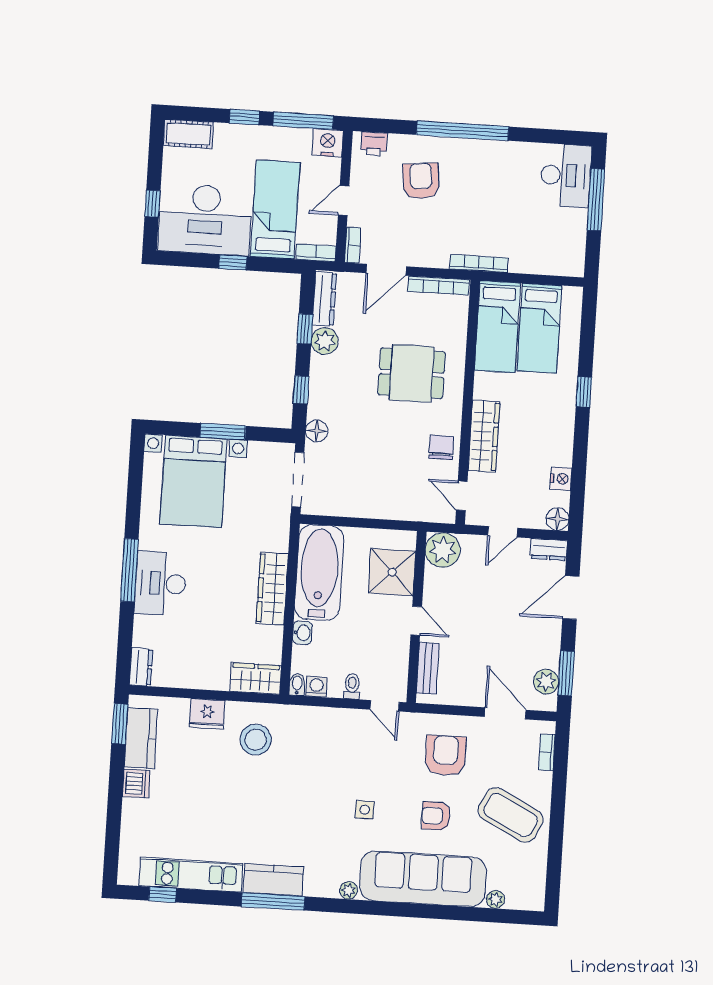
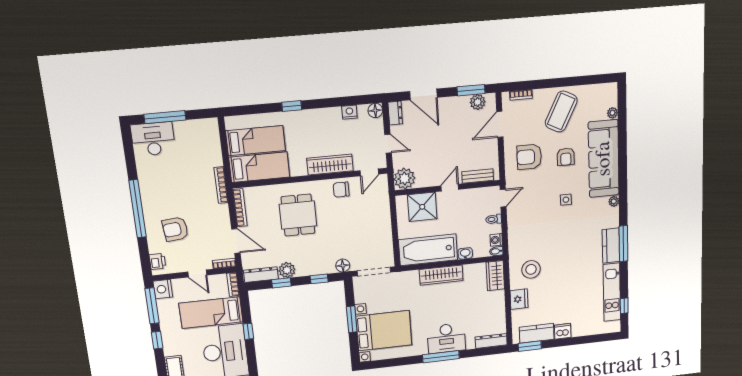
dresser: (141, 667) -> (491, 341), width x1.44

